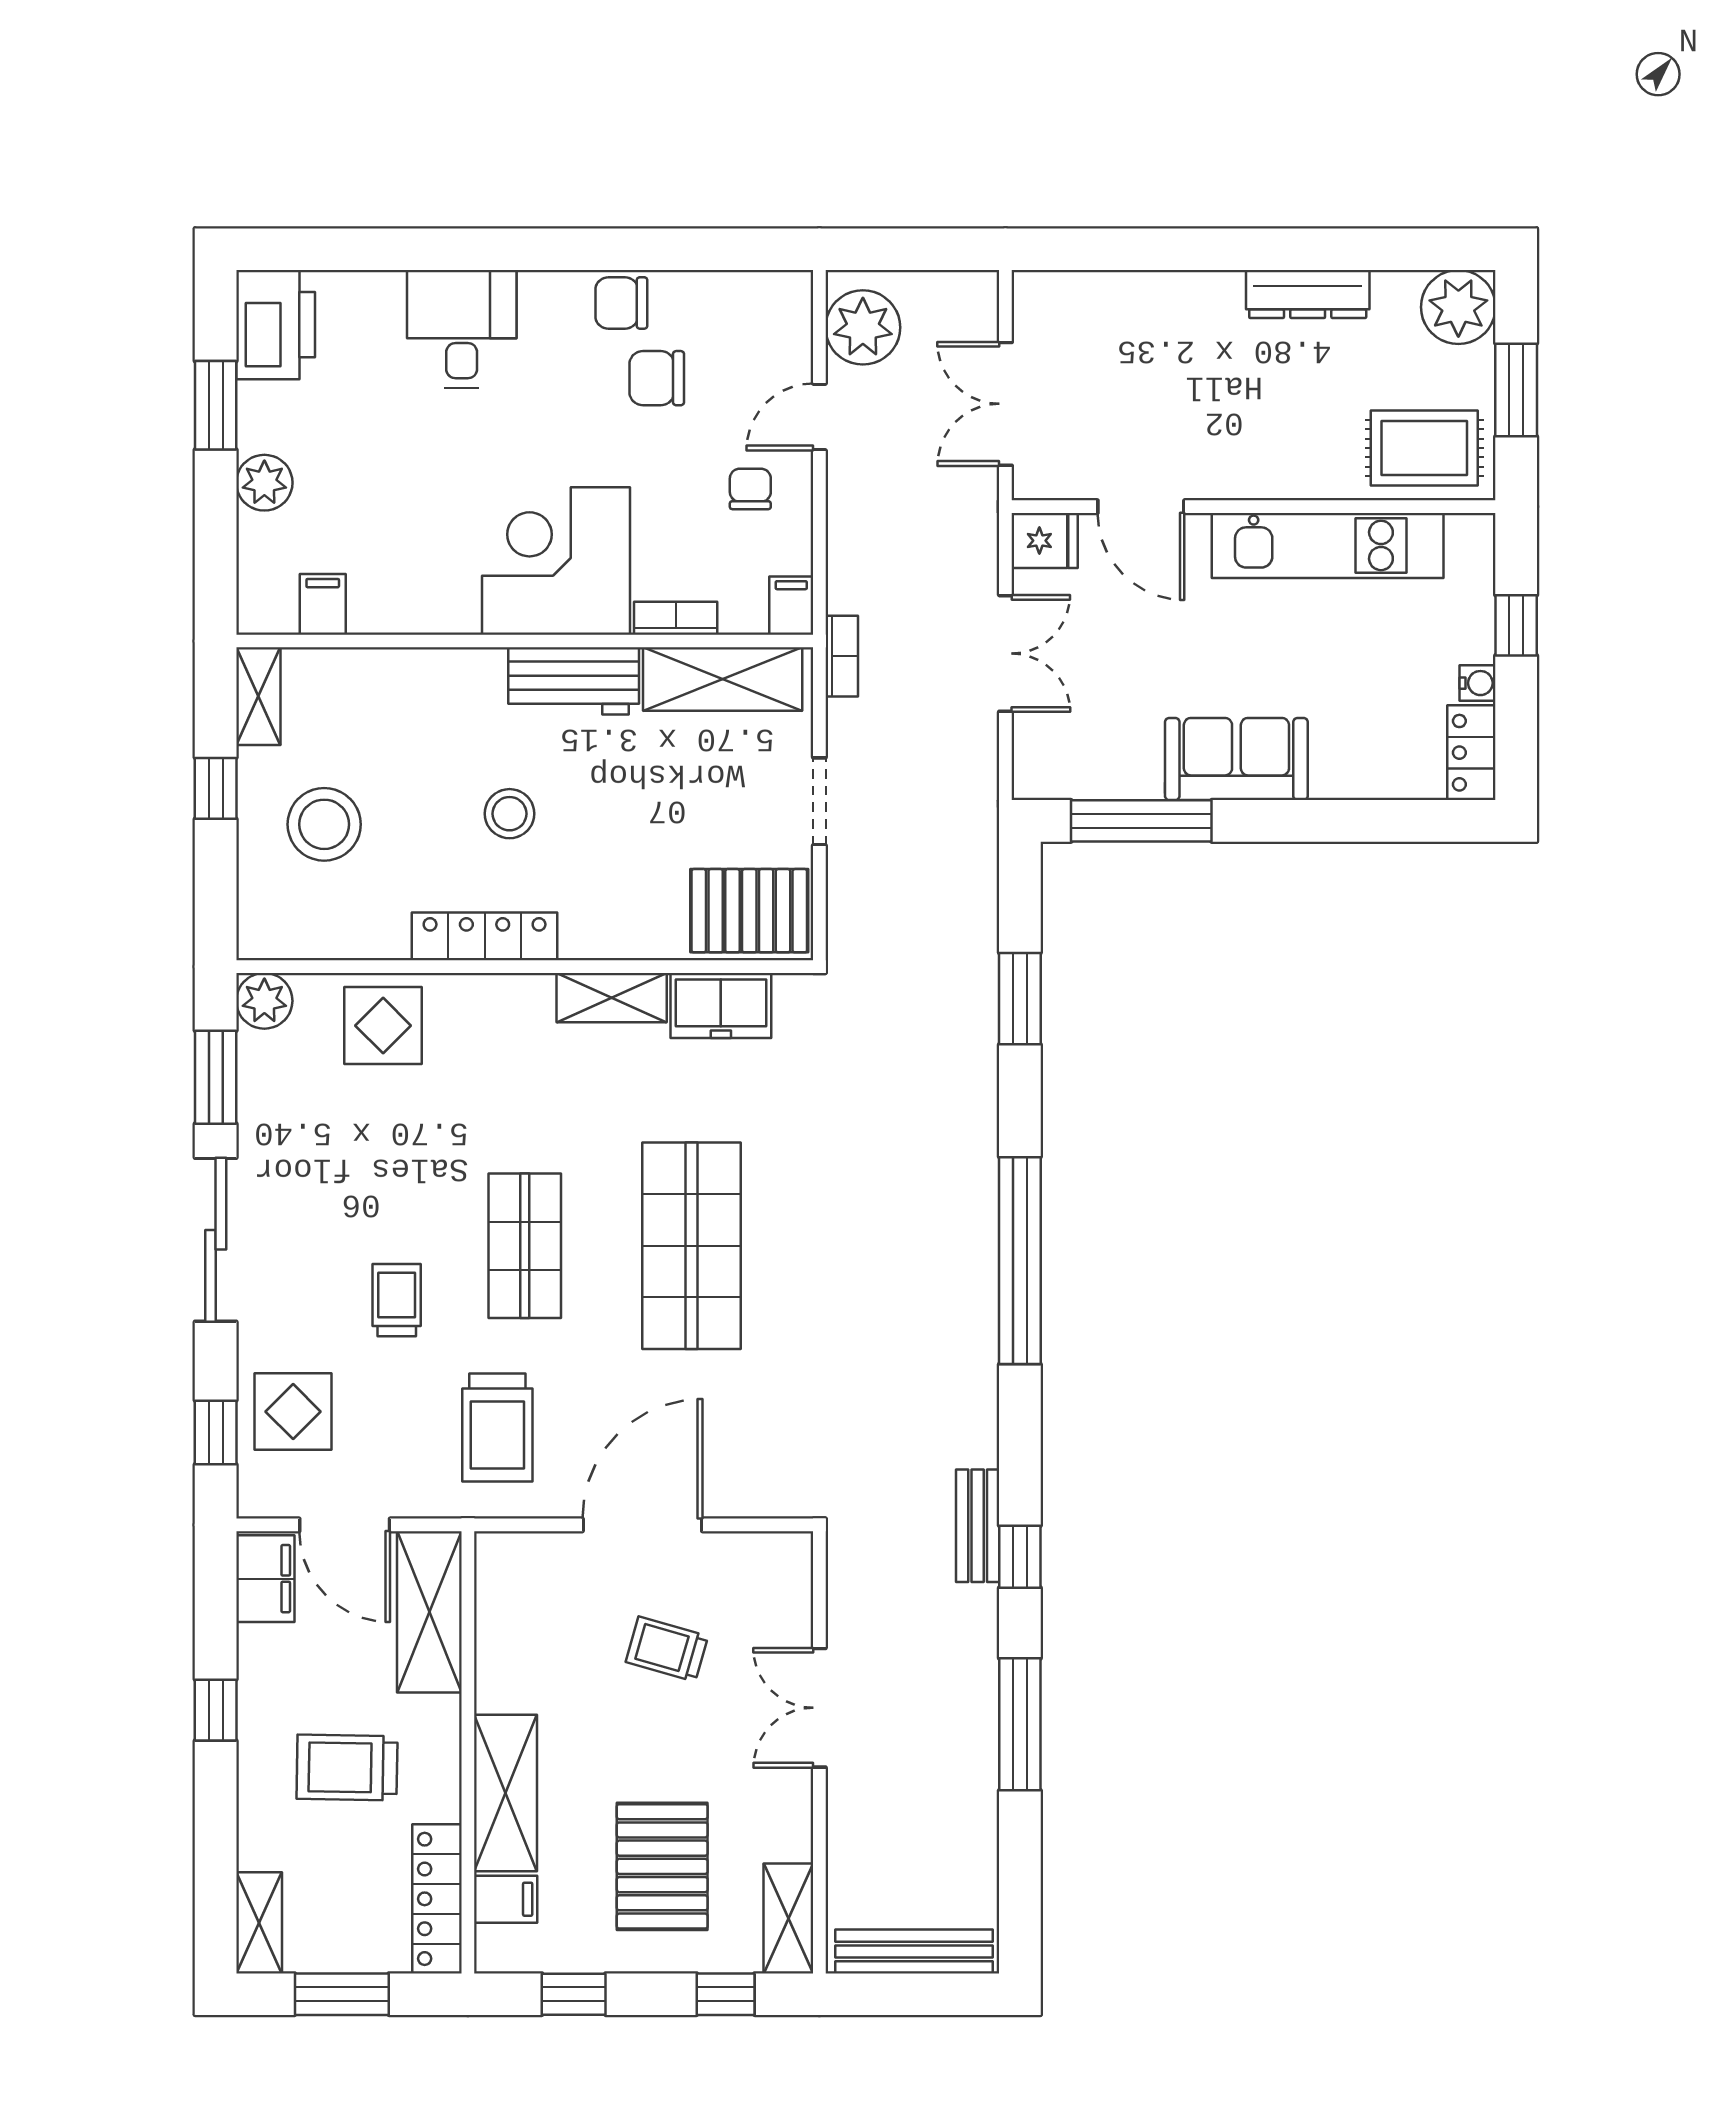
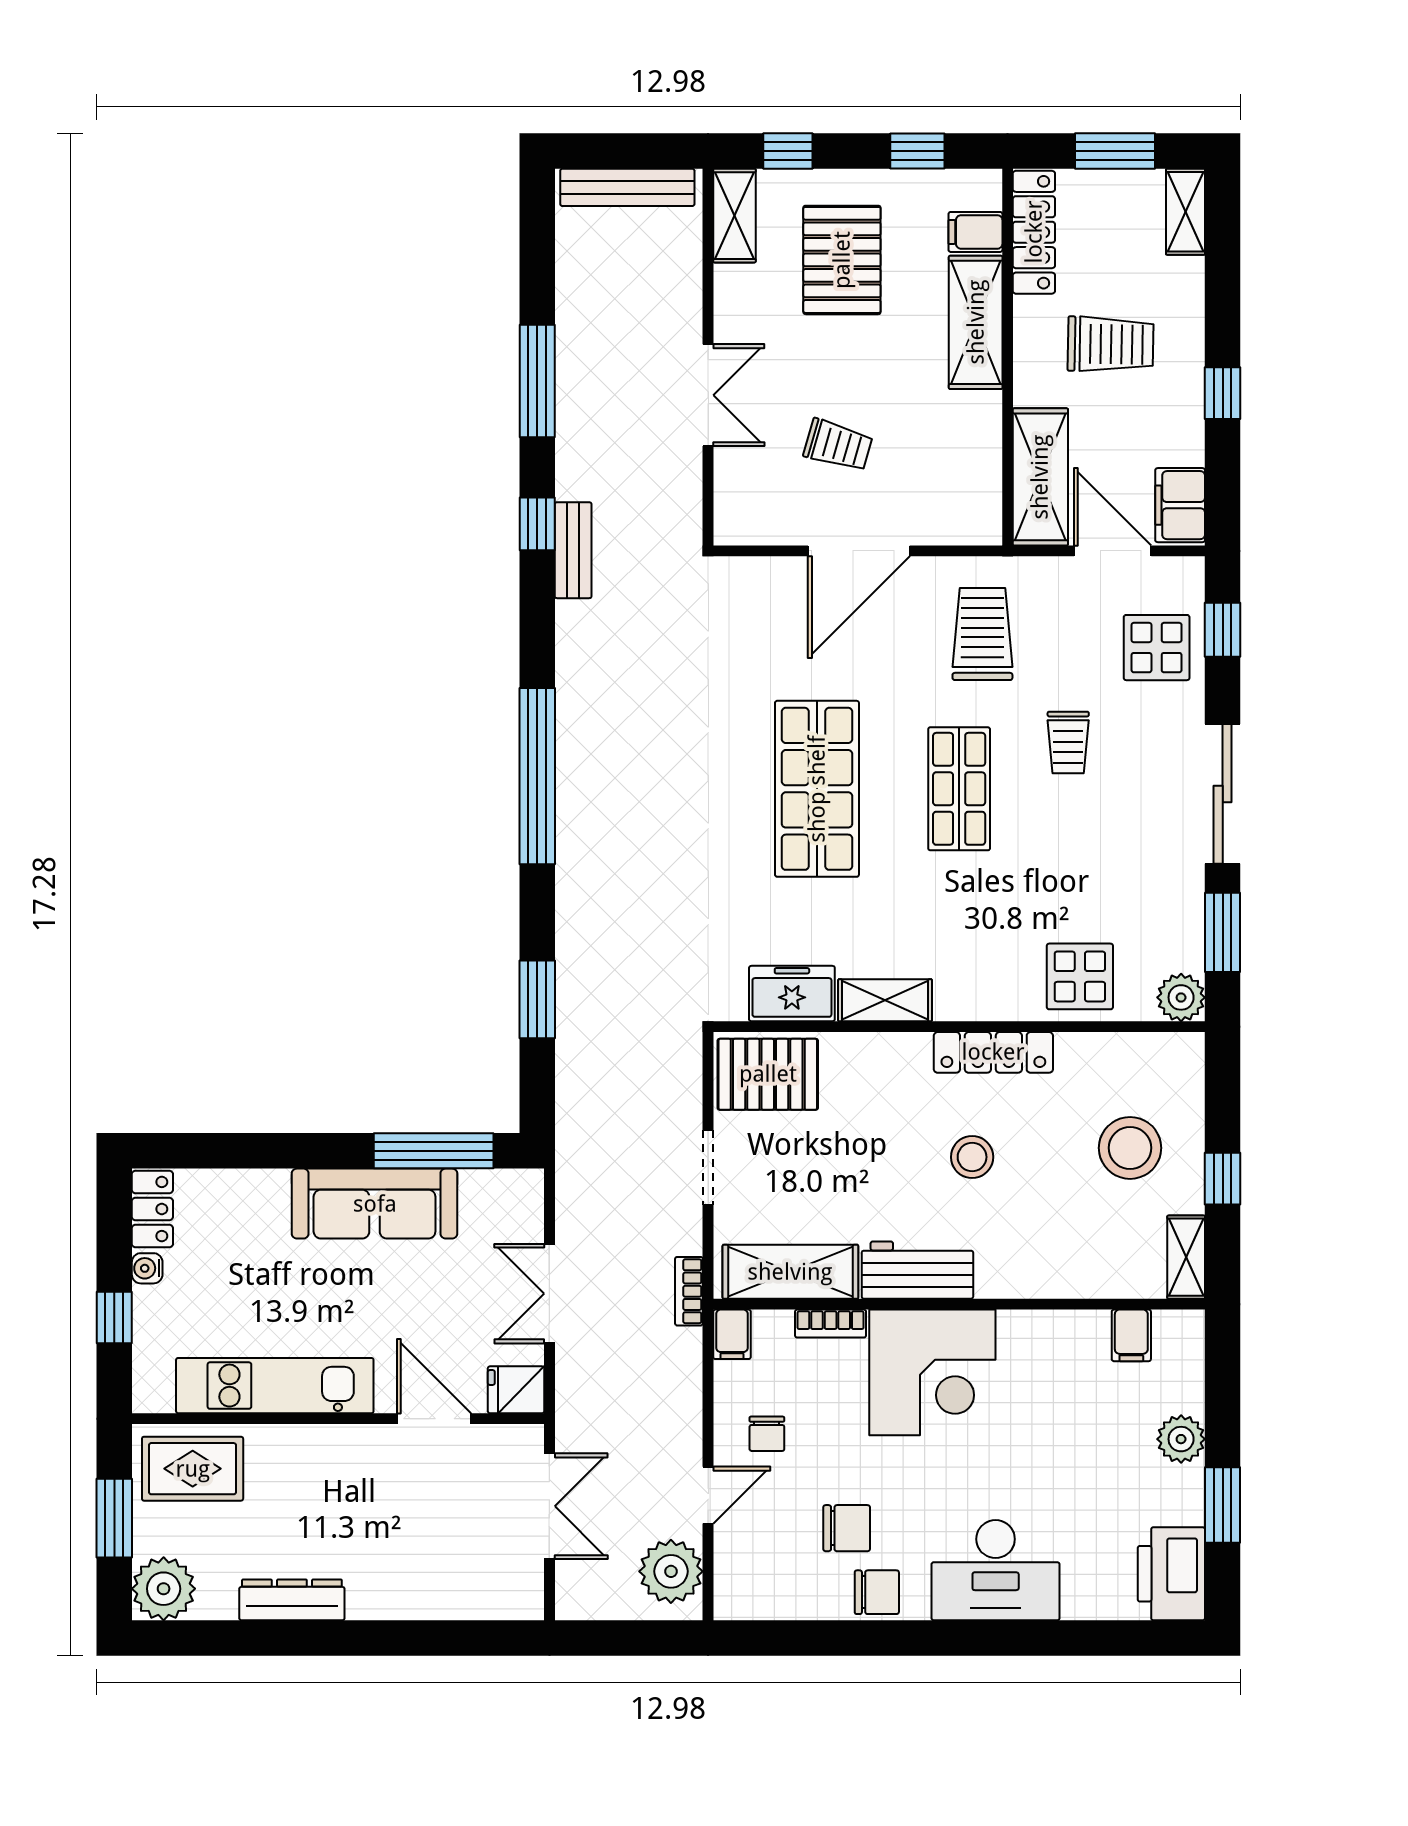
desk: (462, 329) -> (996, 1570), width x1.37
sofa: (1236, 759) -> (375, 1204), width x1.36

